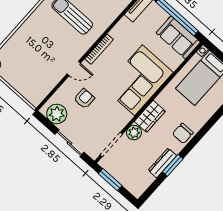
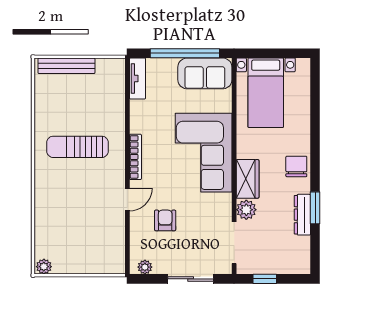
plant: (57, 114) -> (145, 267), width x0.53, depth x0.53
chair: (183, 133) -> (296, 166), turned 180
window: (110, 180) -> (265, 279), width x0.67

